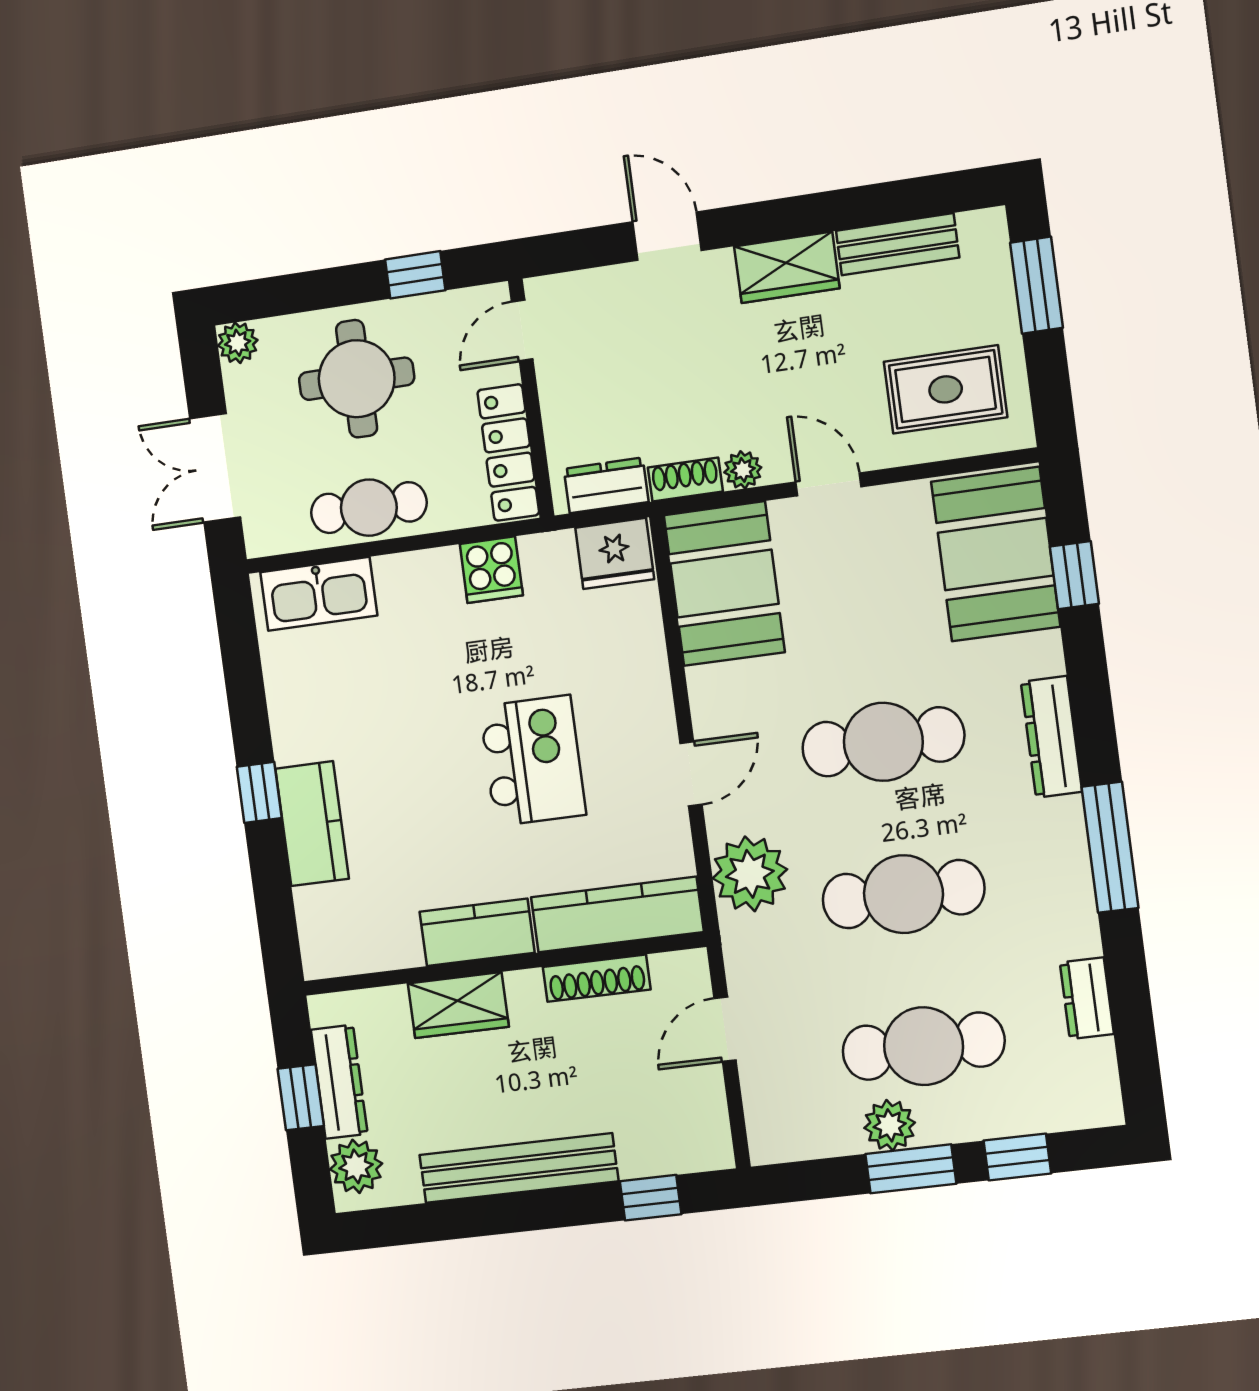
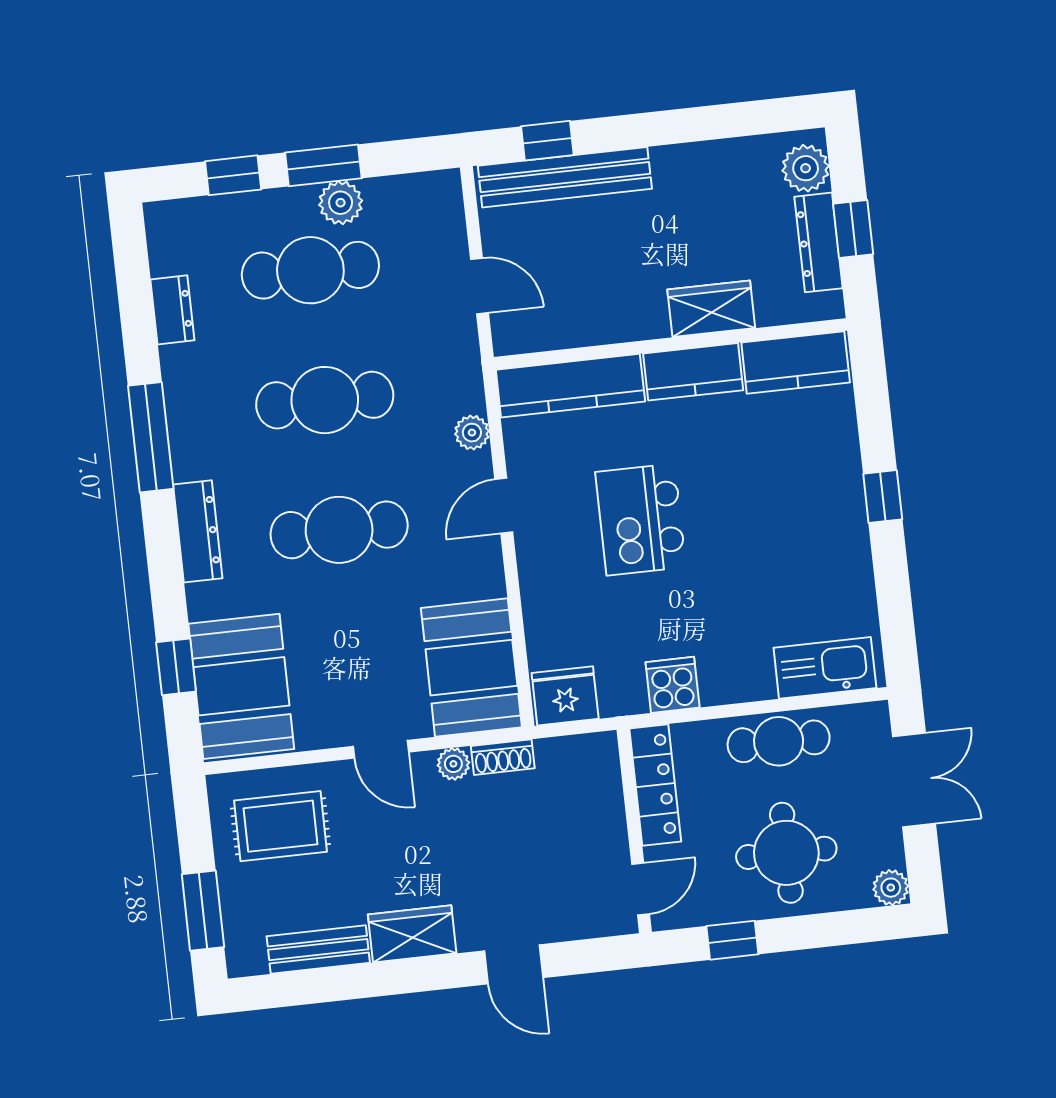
dresser: (606, 485) -> (571, 754), removed
kitchen counter: (312, 824) -> (796, 363), moved, turned -90
plant: (750, 874) -> (472, 433), width x0.53, depth x0.53
shoe rack: (597, 978) -> (590, 331), removed
door: (725, 1029) -> (480, 286), hinge flipped
bench: (519, 1168) -> (565, 177), moved

